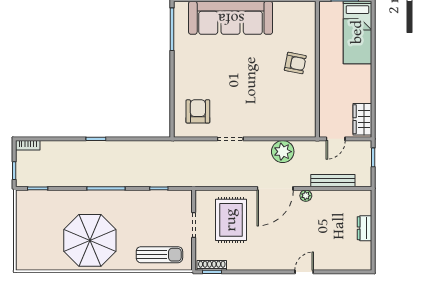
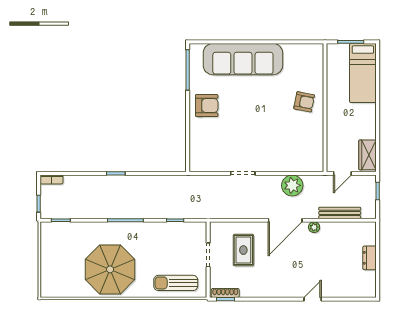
armchair: (198, 111) -> (207, 106), moved, turned 90
rug: (231, 220) -> (243, 250), width x0.73, depth x0.70
sun lounger: (159, 255) -> (176, 283), turned 180

